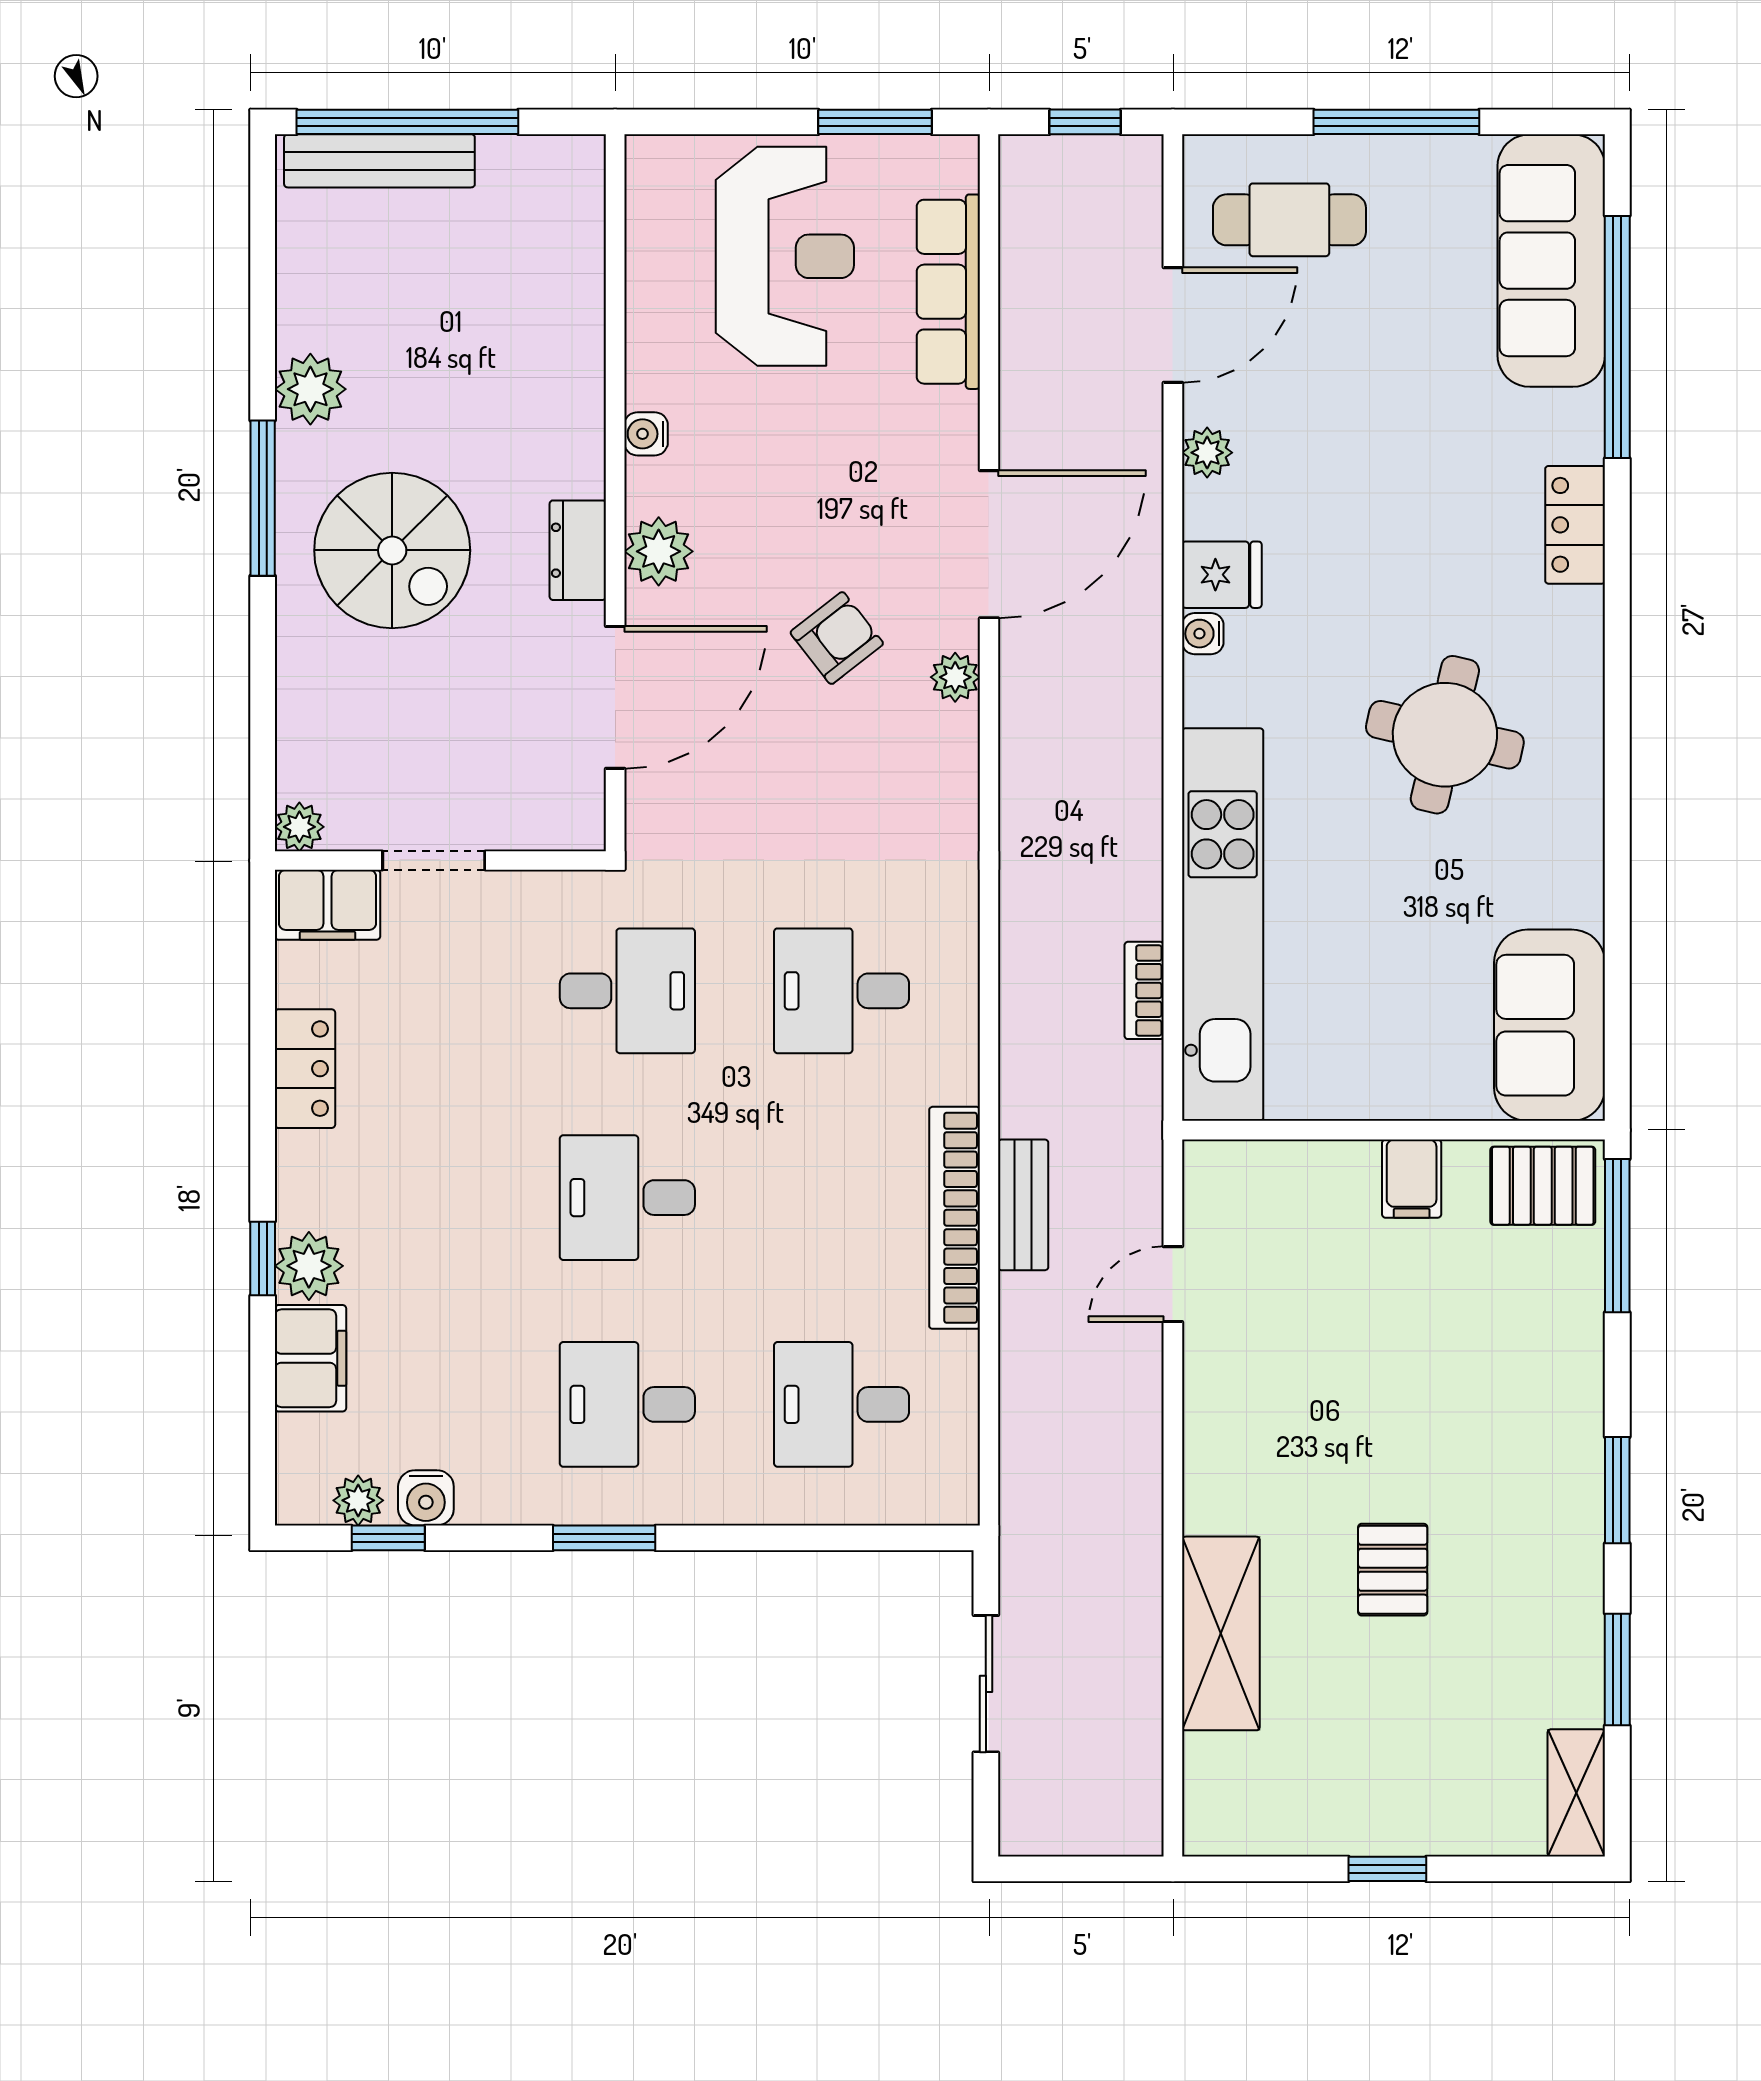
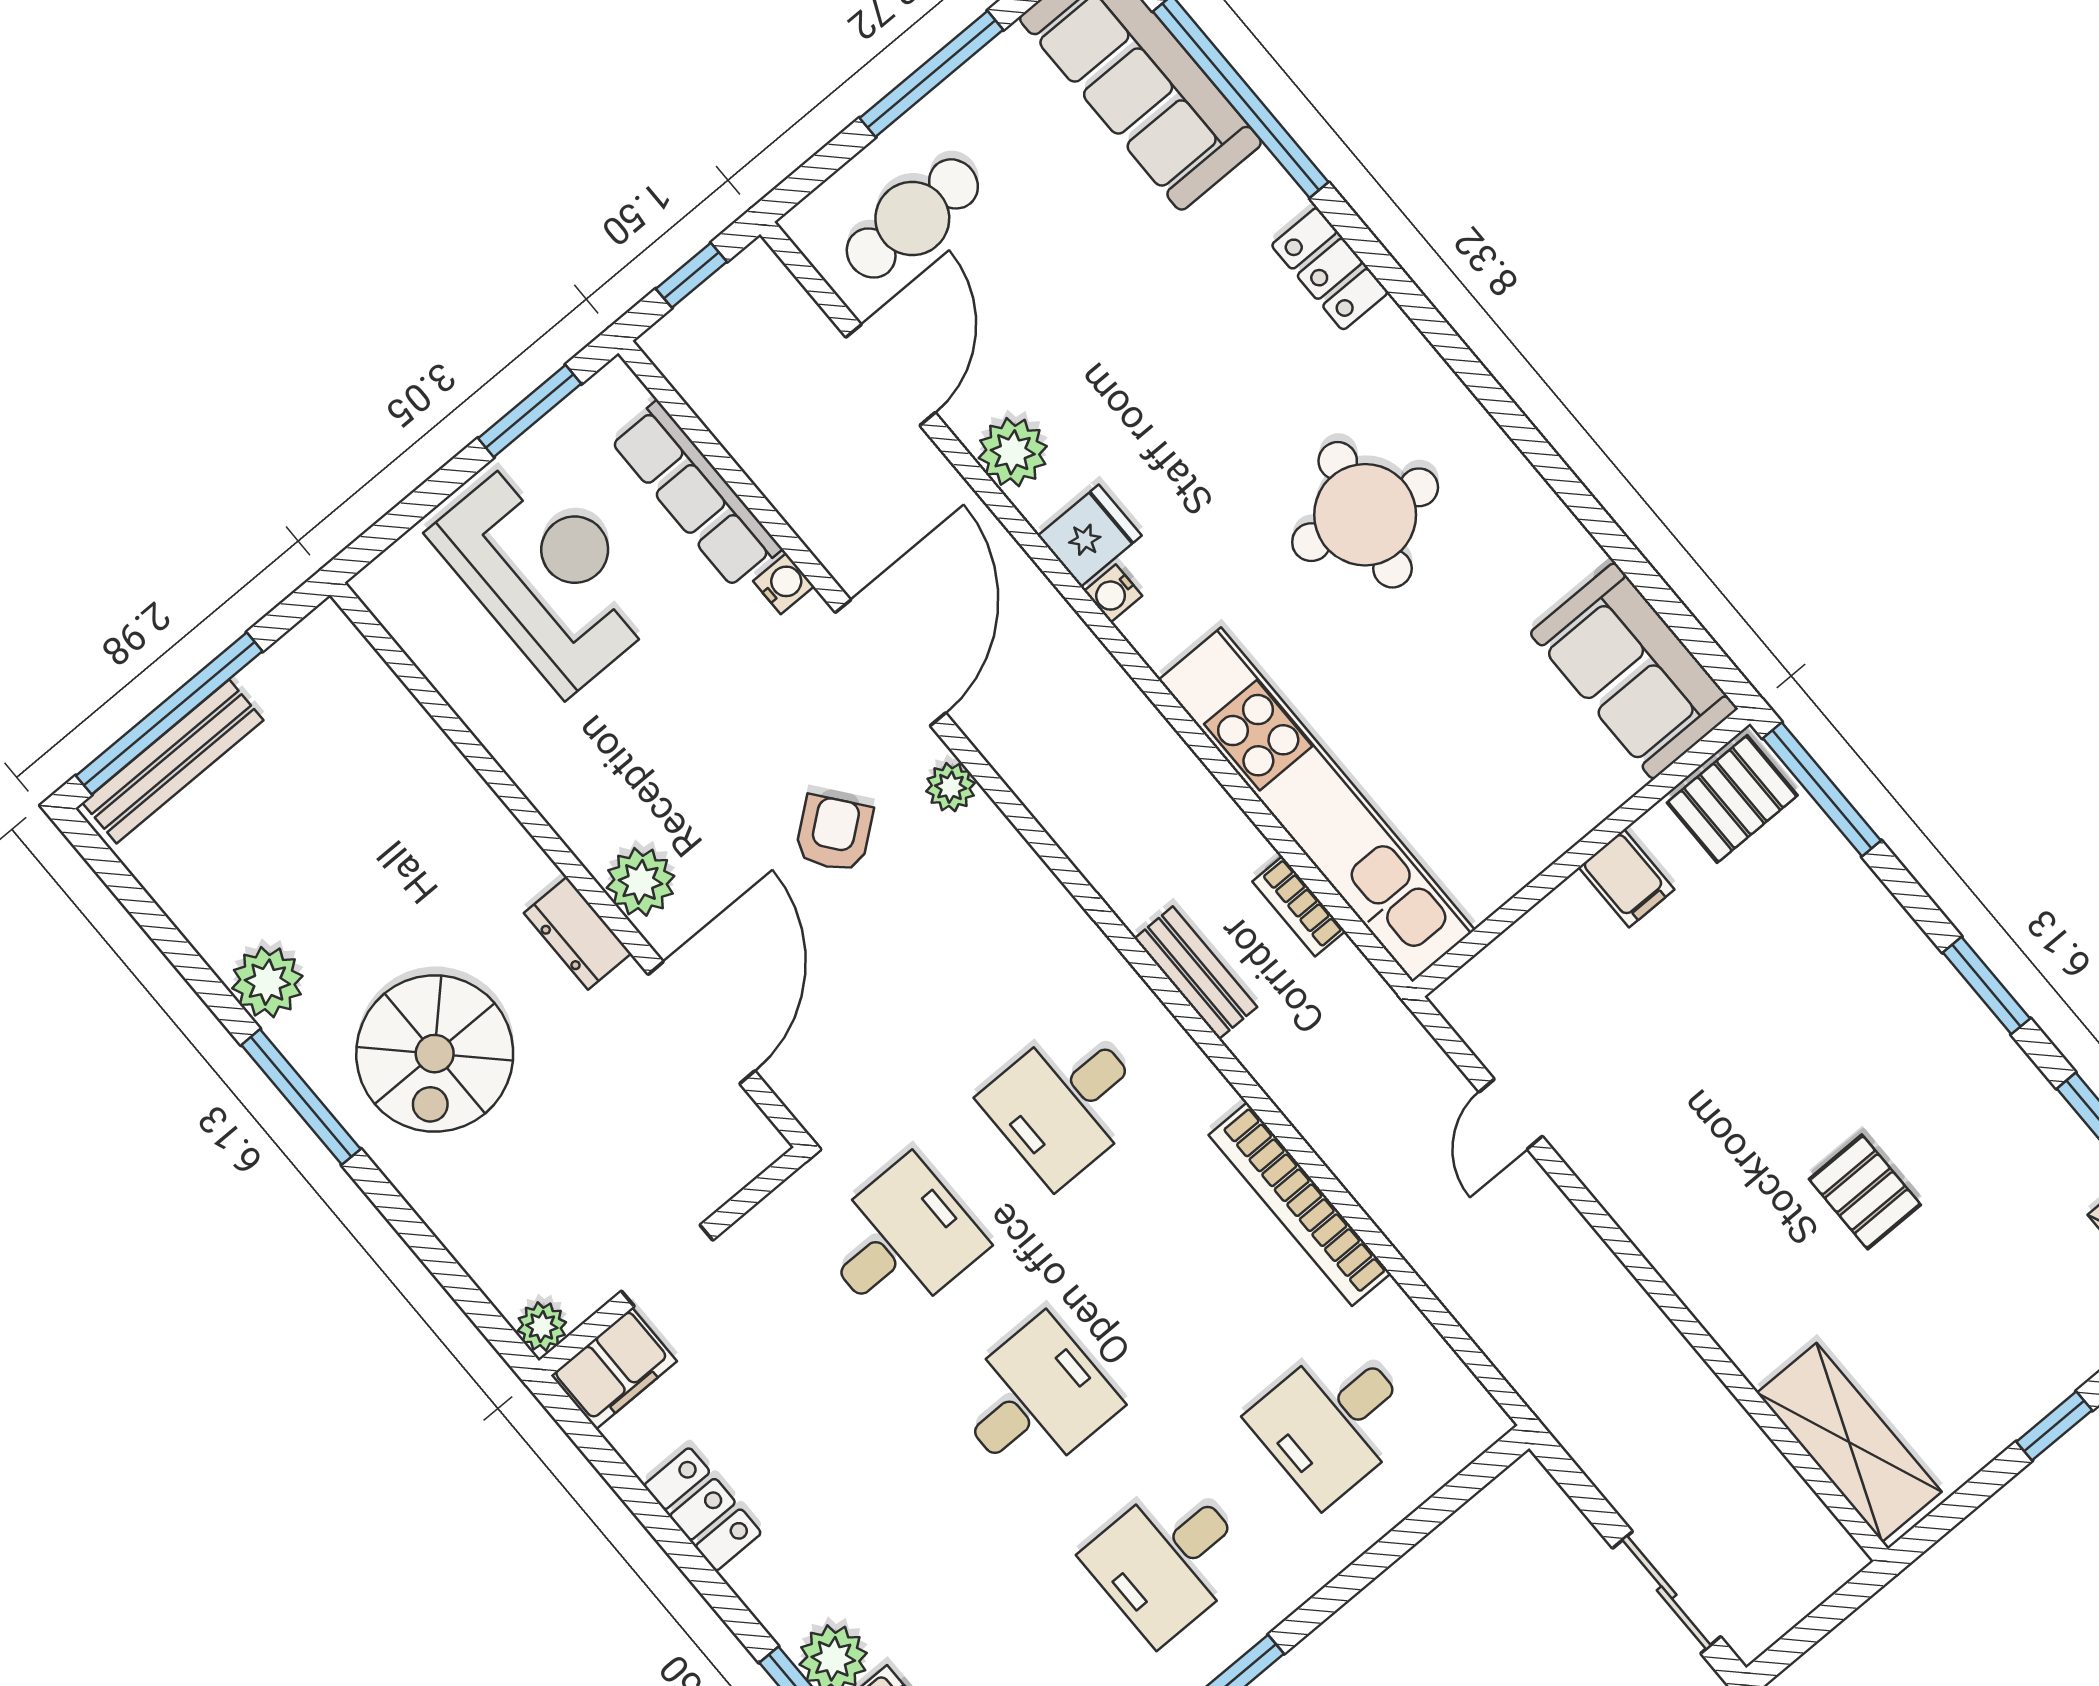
water cooler: (646, 434) -> (784, 584), moved, turned 180
plant: (1207, 453) -> (1013, 452), width x1.38, depth x1.38
spiral stairs: (392, 550) -> (435, 1054), turned 90
desk: (627, 1198) -> (1034, 1400), turned 180
bench: (1023, 1205) -> (1196, 973), moved
shelving: (1221, 1633) -> (1849, 1442), moved
sliding door: (986, 1684) -> (1667, 1592), moved

